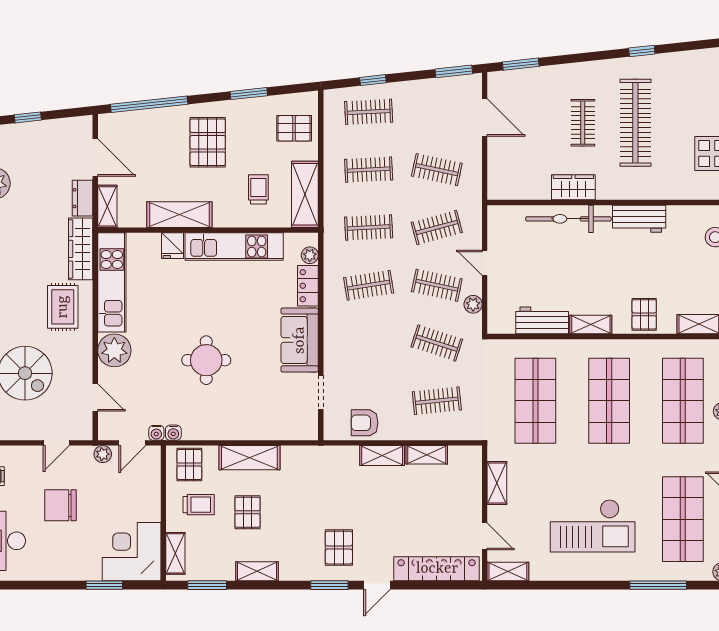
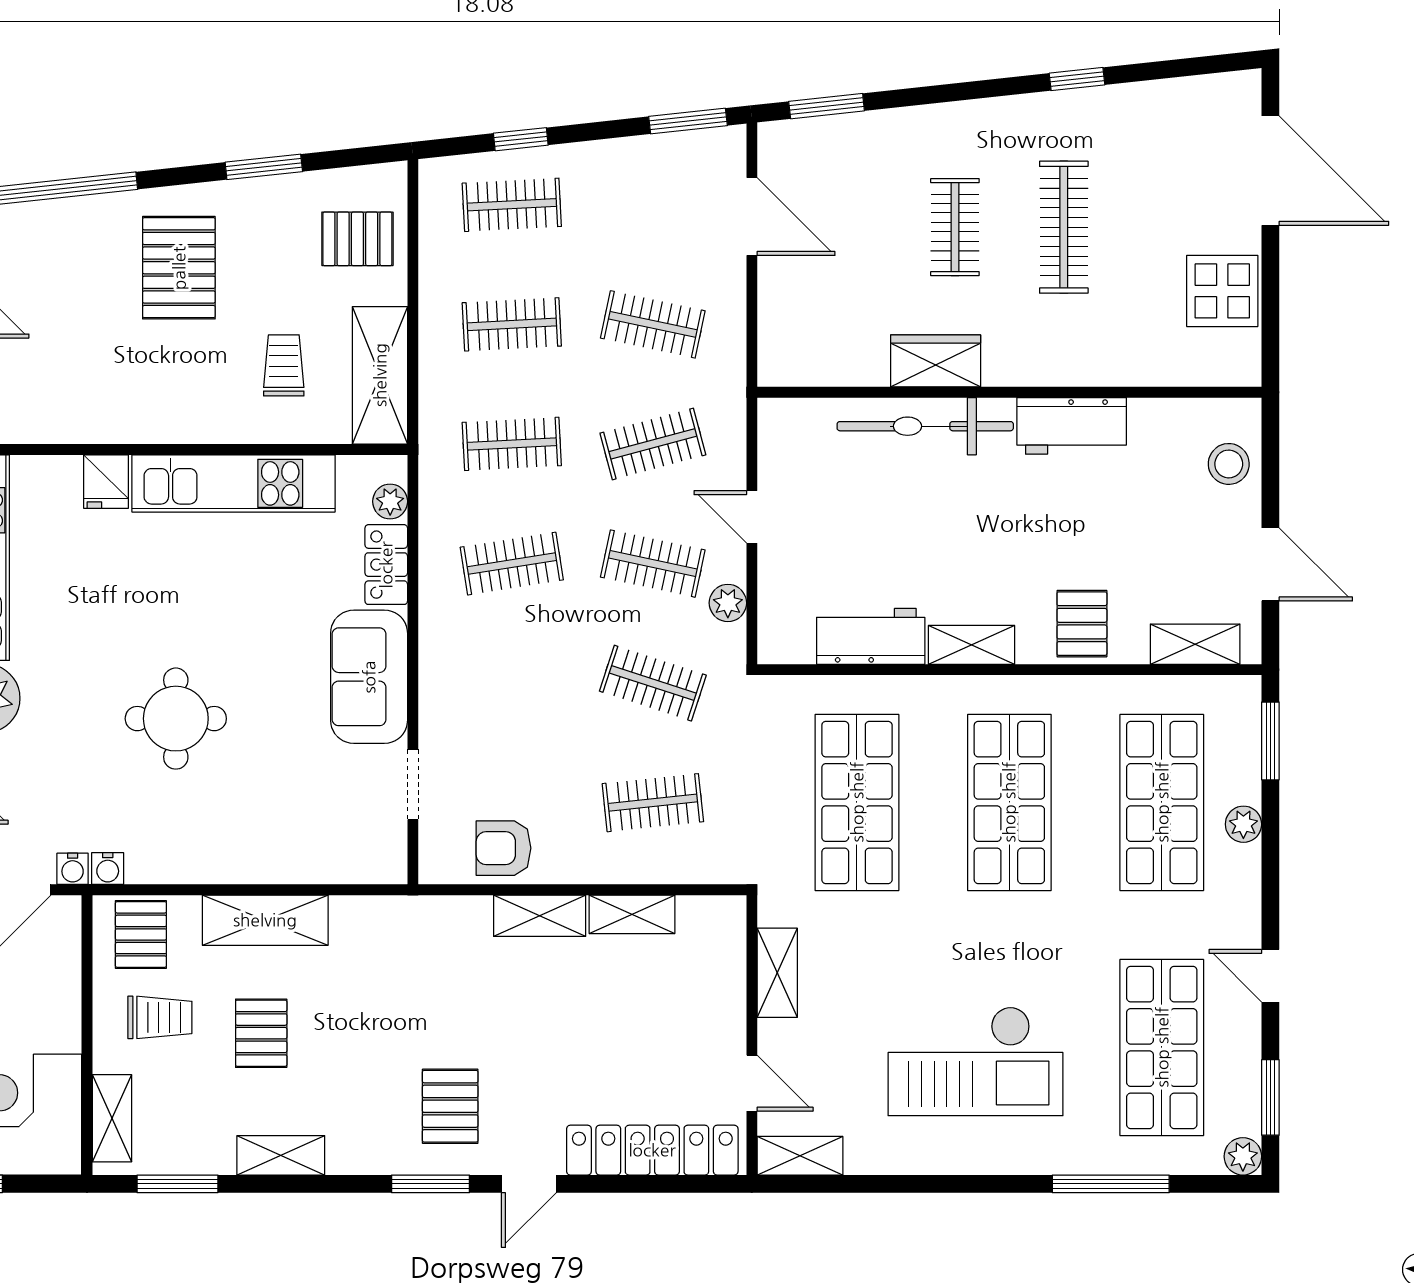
clothes rail: (635, 123) -> (1064, 227), width x0.73, depth x0.76
shelving: (179, 215) -> (120, 417), removed

